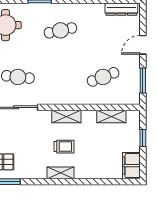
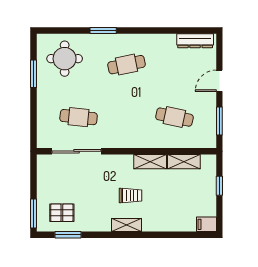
cafe table: (103, 77) -> (174, 117), turned 33
shelving: (66, 117) -> (150, 162), moved
filing cabinet: (131, 166) -> (206, 224), width x0.50

